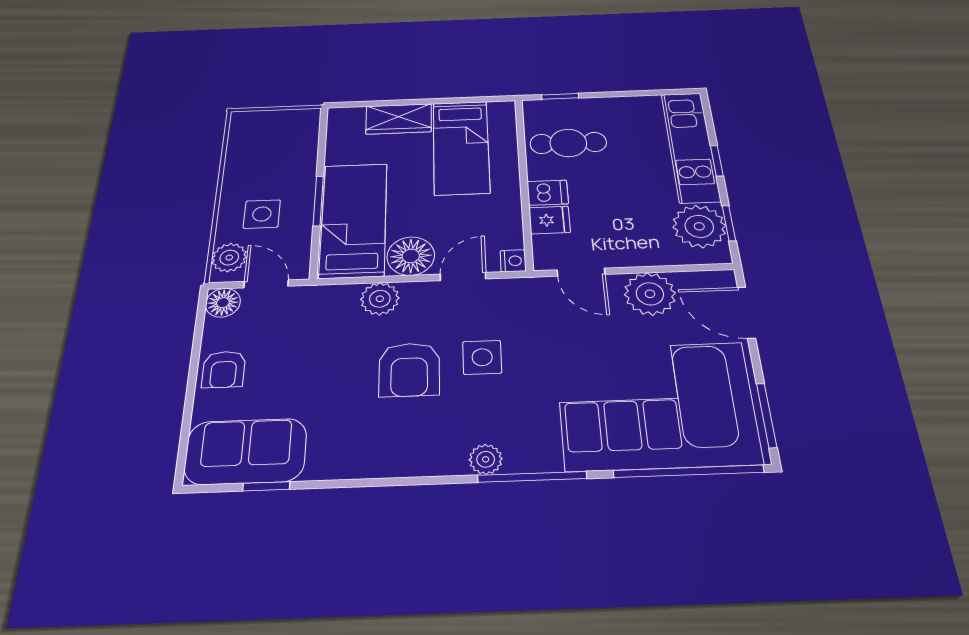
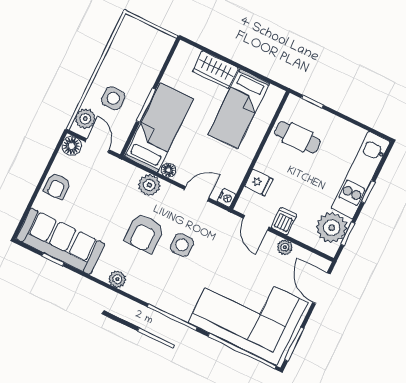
dishwasher: (548, 193) -> (284, 221), moved, turned -90
floor lamp: (411, 256) -> (169, 170), width x0.53, depth x0.53
plant: (650, 294) -> (285, 247), width x0.53, depth x0.53
sofa: (246, 451) -> (60, 241), width x1.36
plant: (486, 459) -> (117, 279), moved

